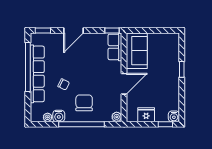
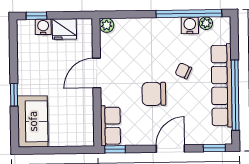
sofa: (137, 51) -> (33, 121), moved, turned 180
chair: (84, 103) -> (154, 94), moved, turned 90
water cooler: (174, 116) -> (43, 27), moved
window: (81, 124) -> (189, 14), moved

